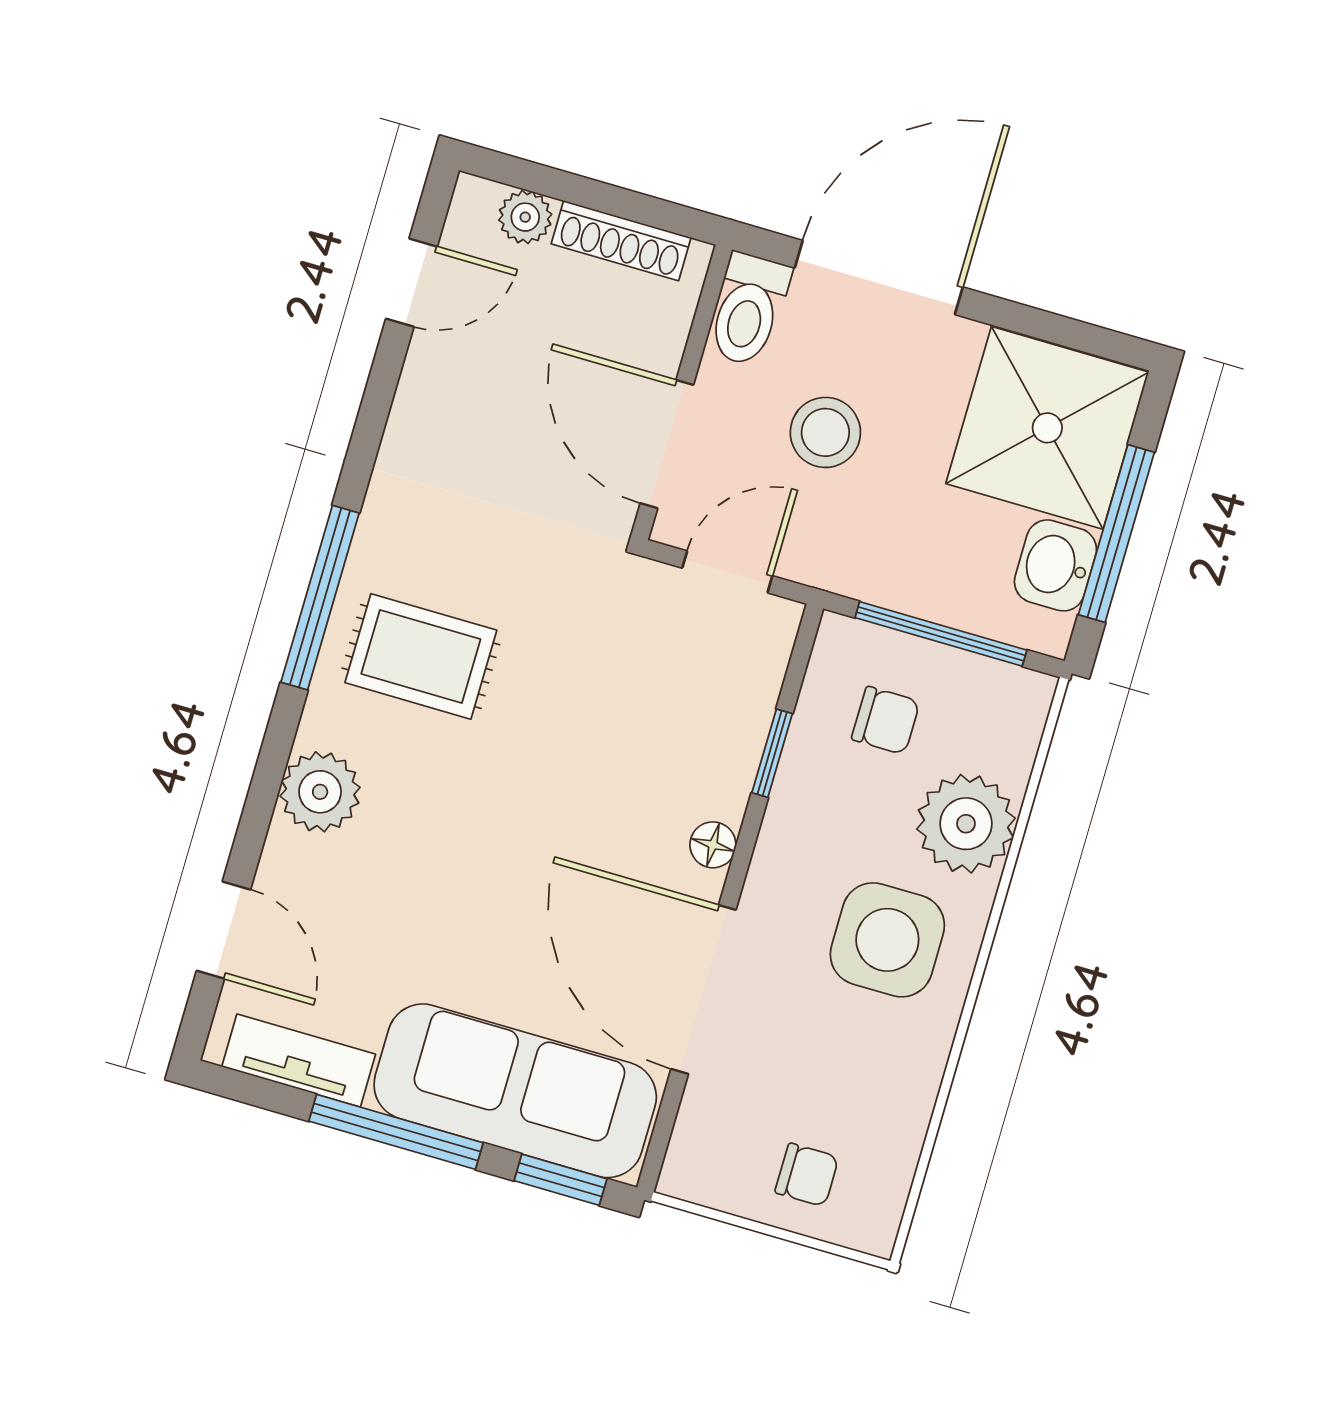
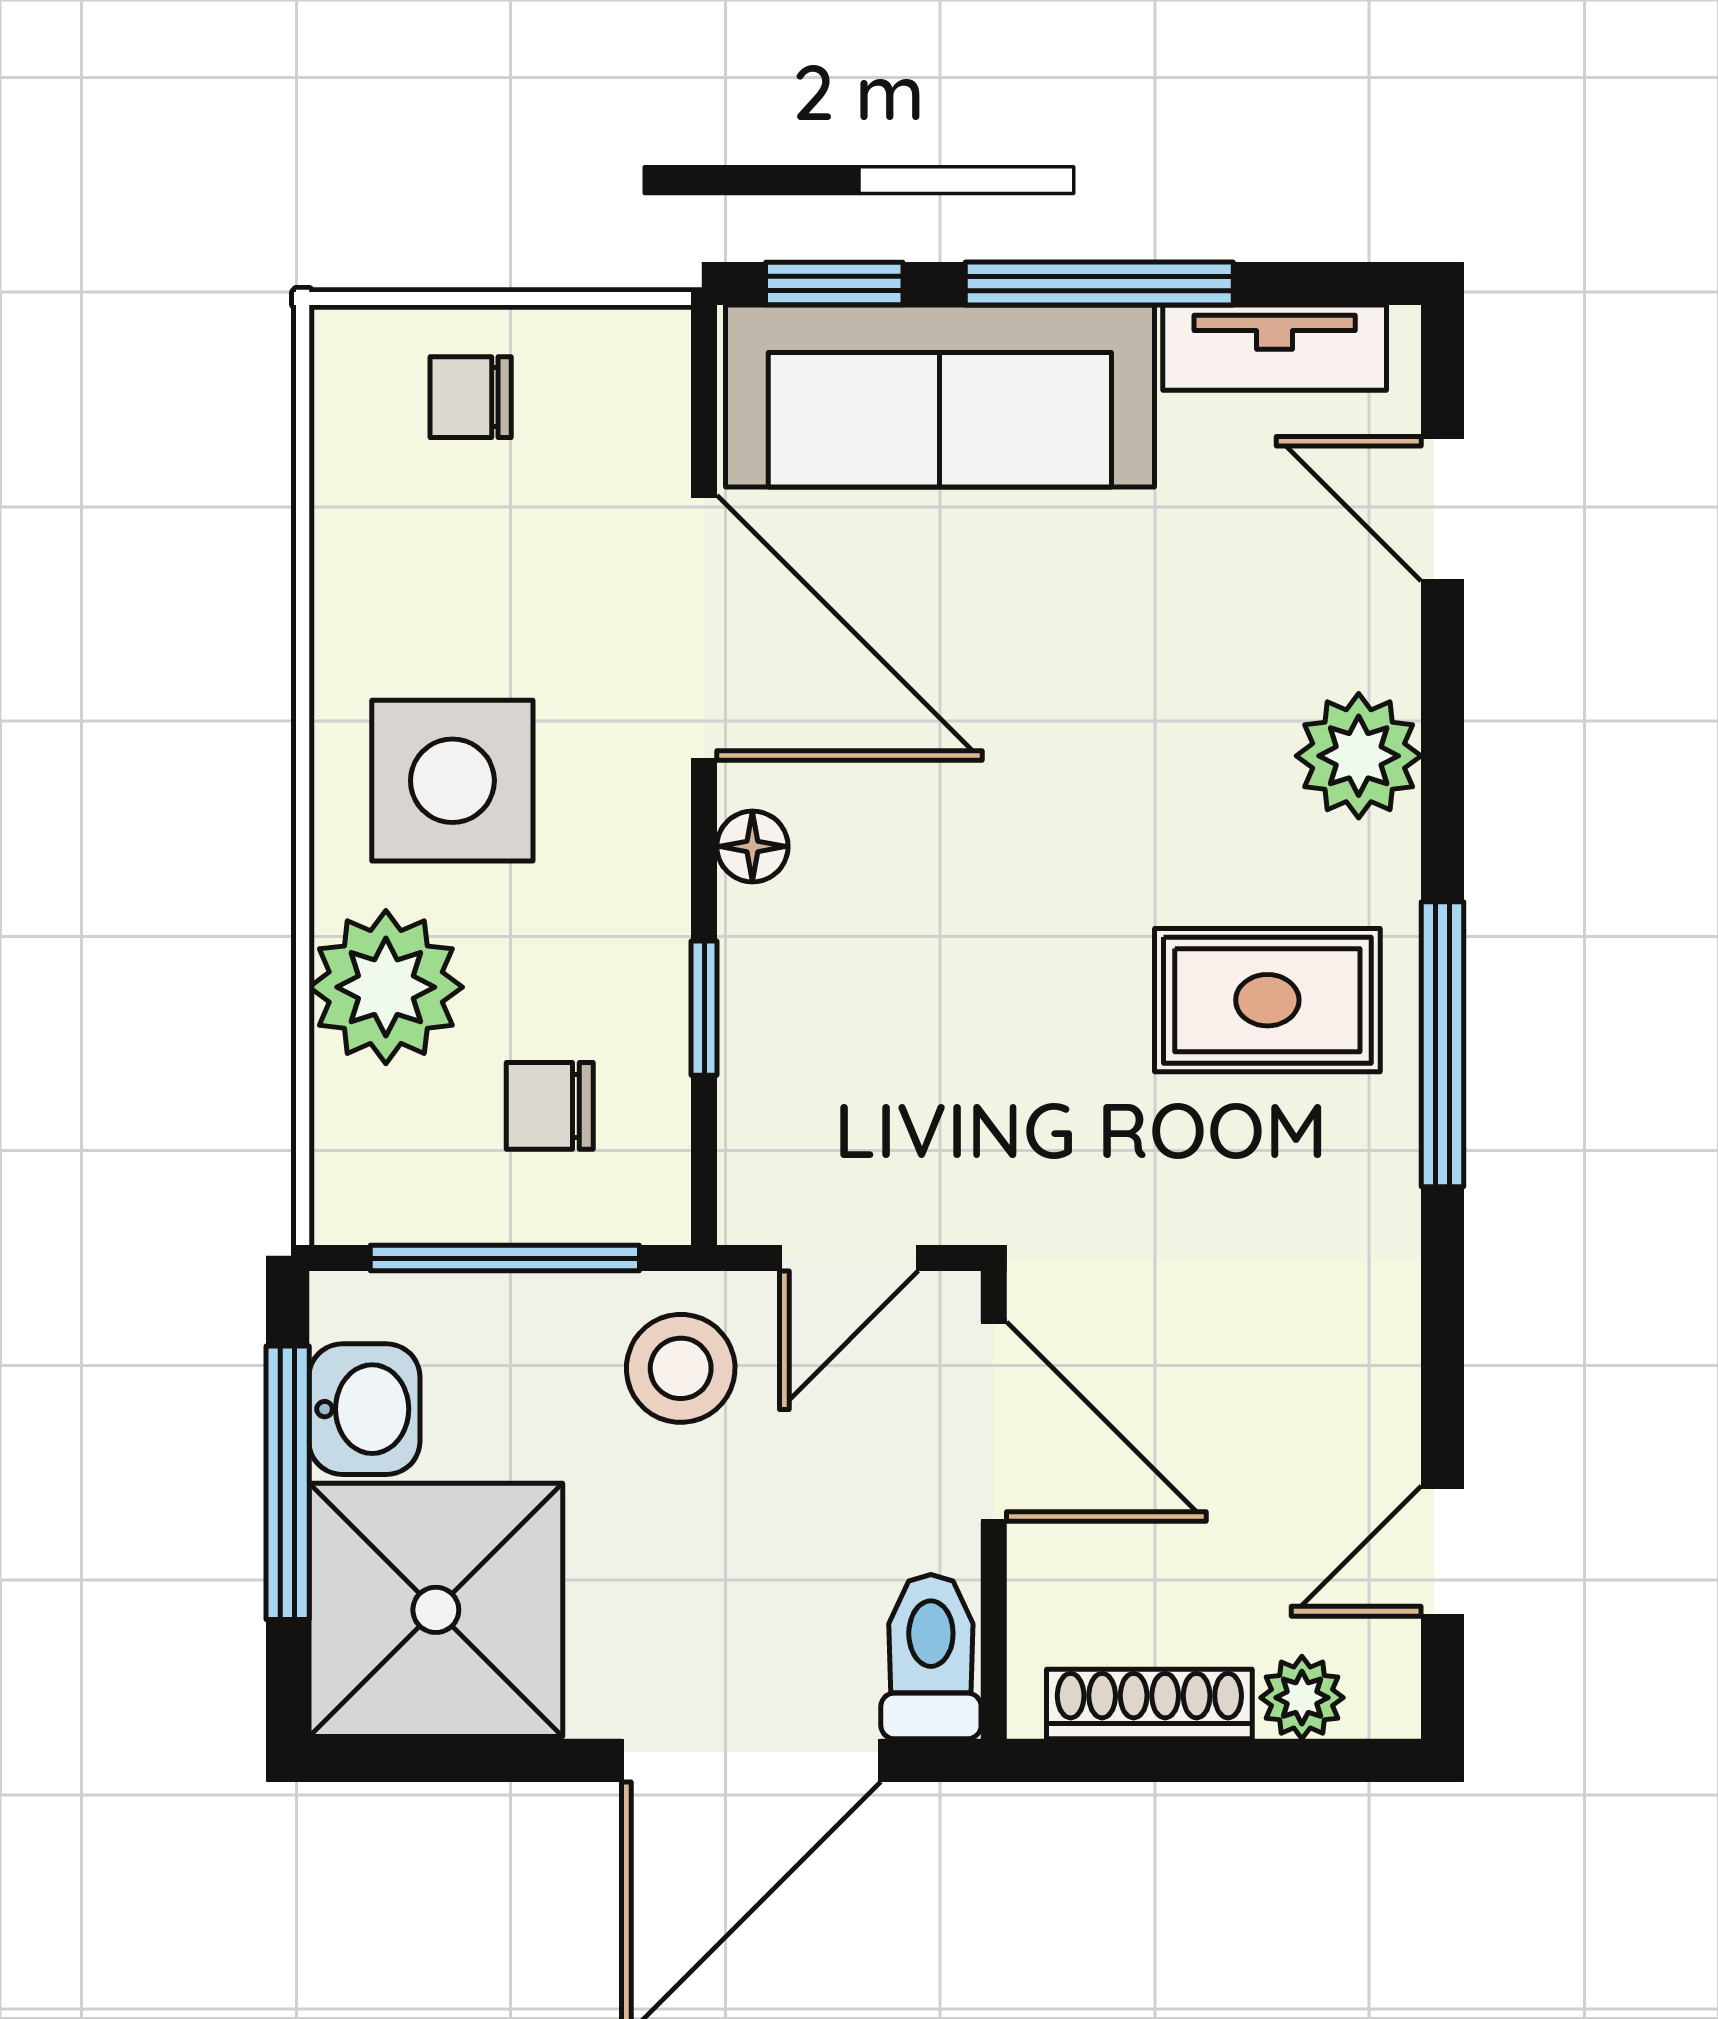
stool: (825, 432) -> (681, 1368), moved

